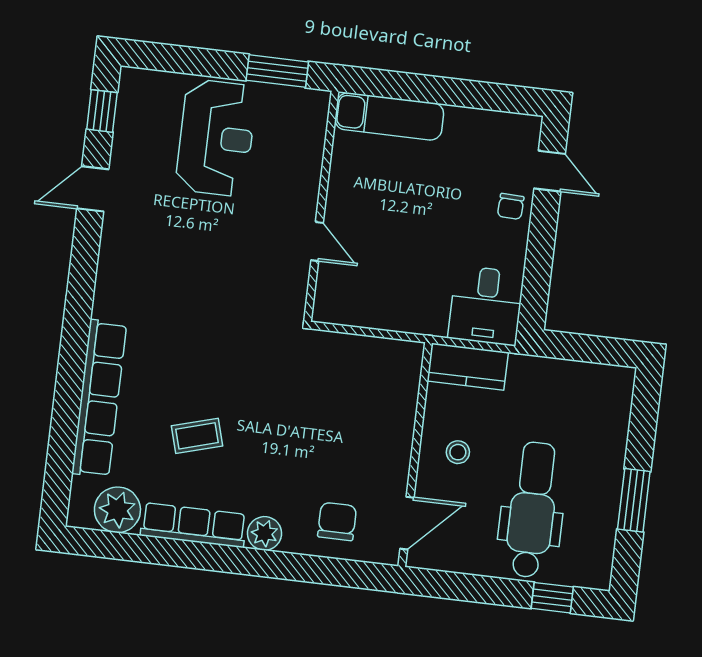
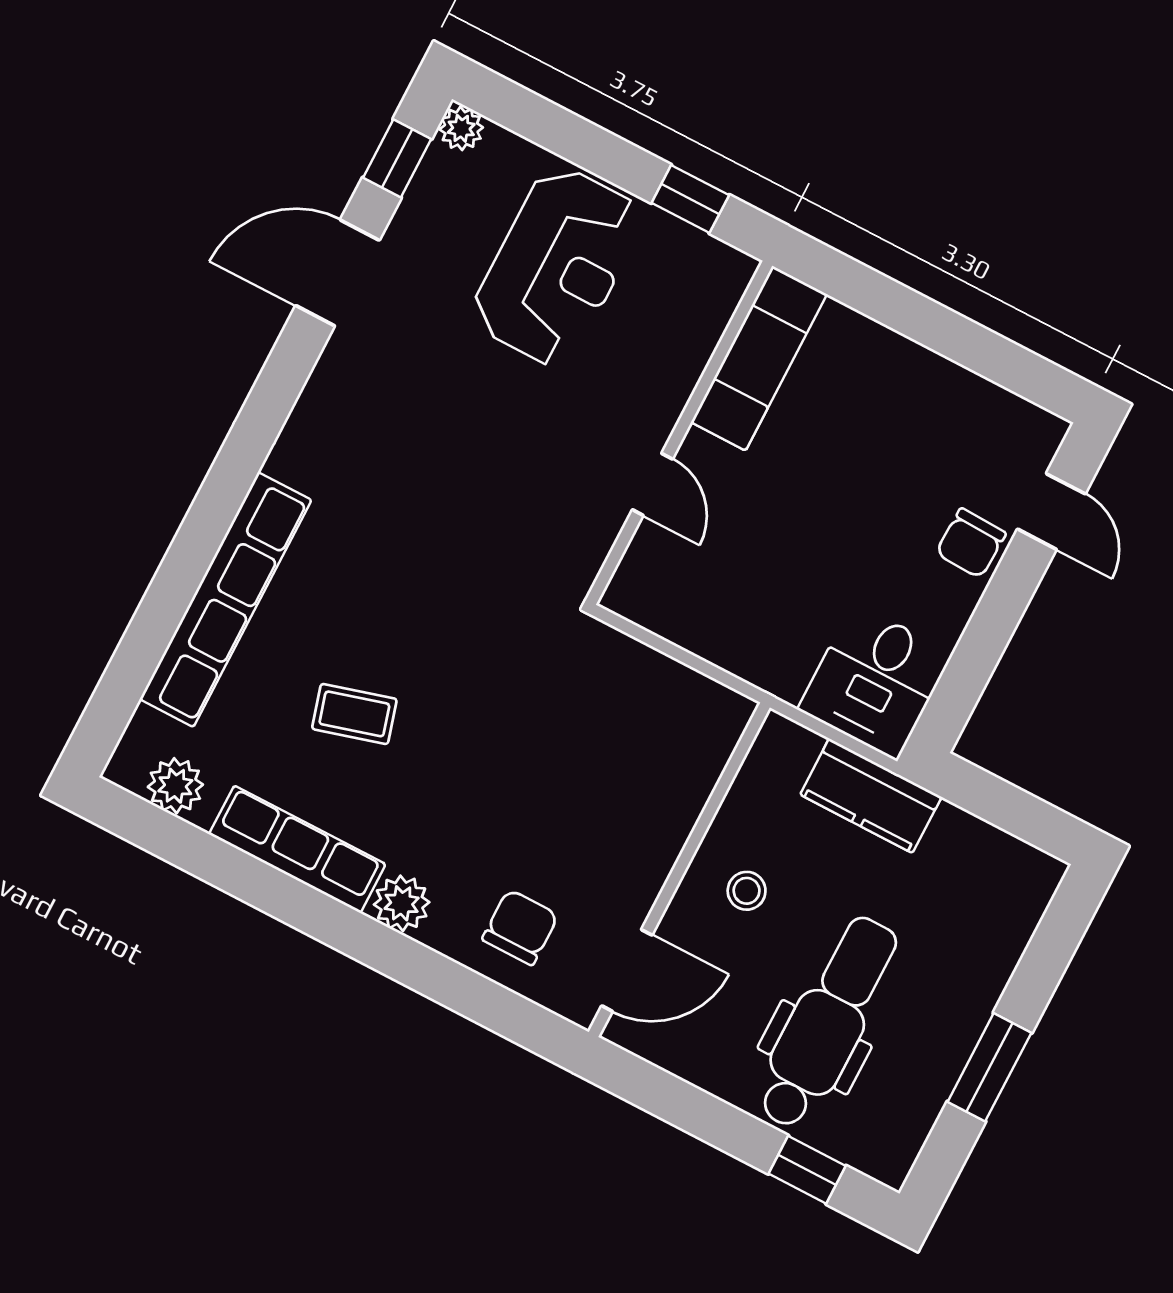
window: (277, 71) -> (690, 199), width x0.67
plant: (132, 80) -> (461, 128), added
exam couch: (389, 116) -> (759, 358), moved, turned -90
door: (93, 189) -> (337, 273), width x1.38
chair: (511, 206) -> (971, 543), width x1.37, depth x1.37
kitchen counter: (468, 367) -> (871, 796), moved
plant: (117, 510) -> (175, 786), width x0.73, depth x0.73

